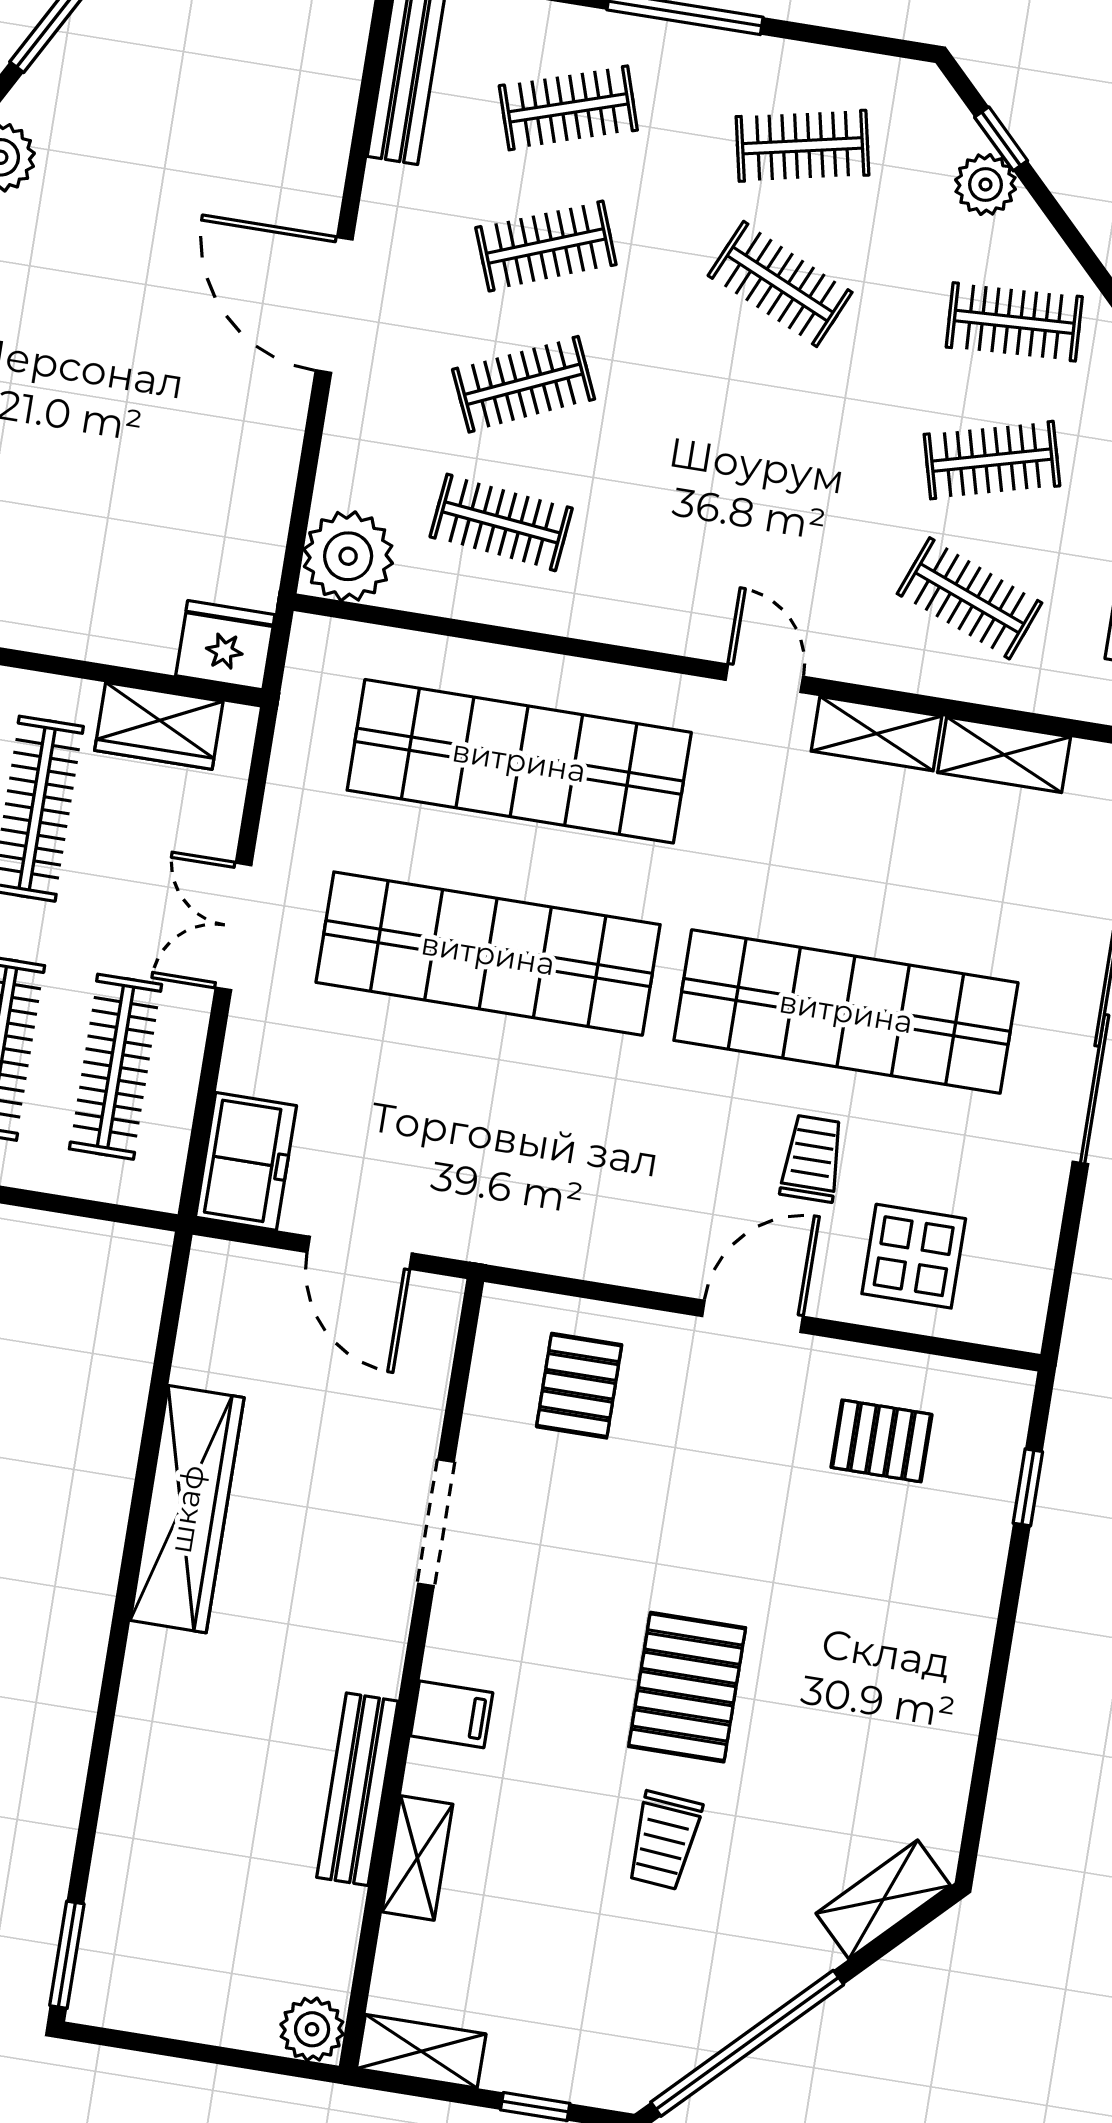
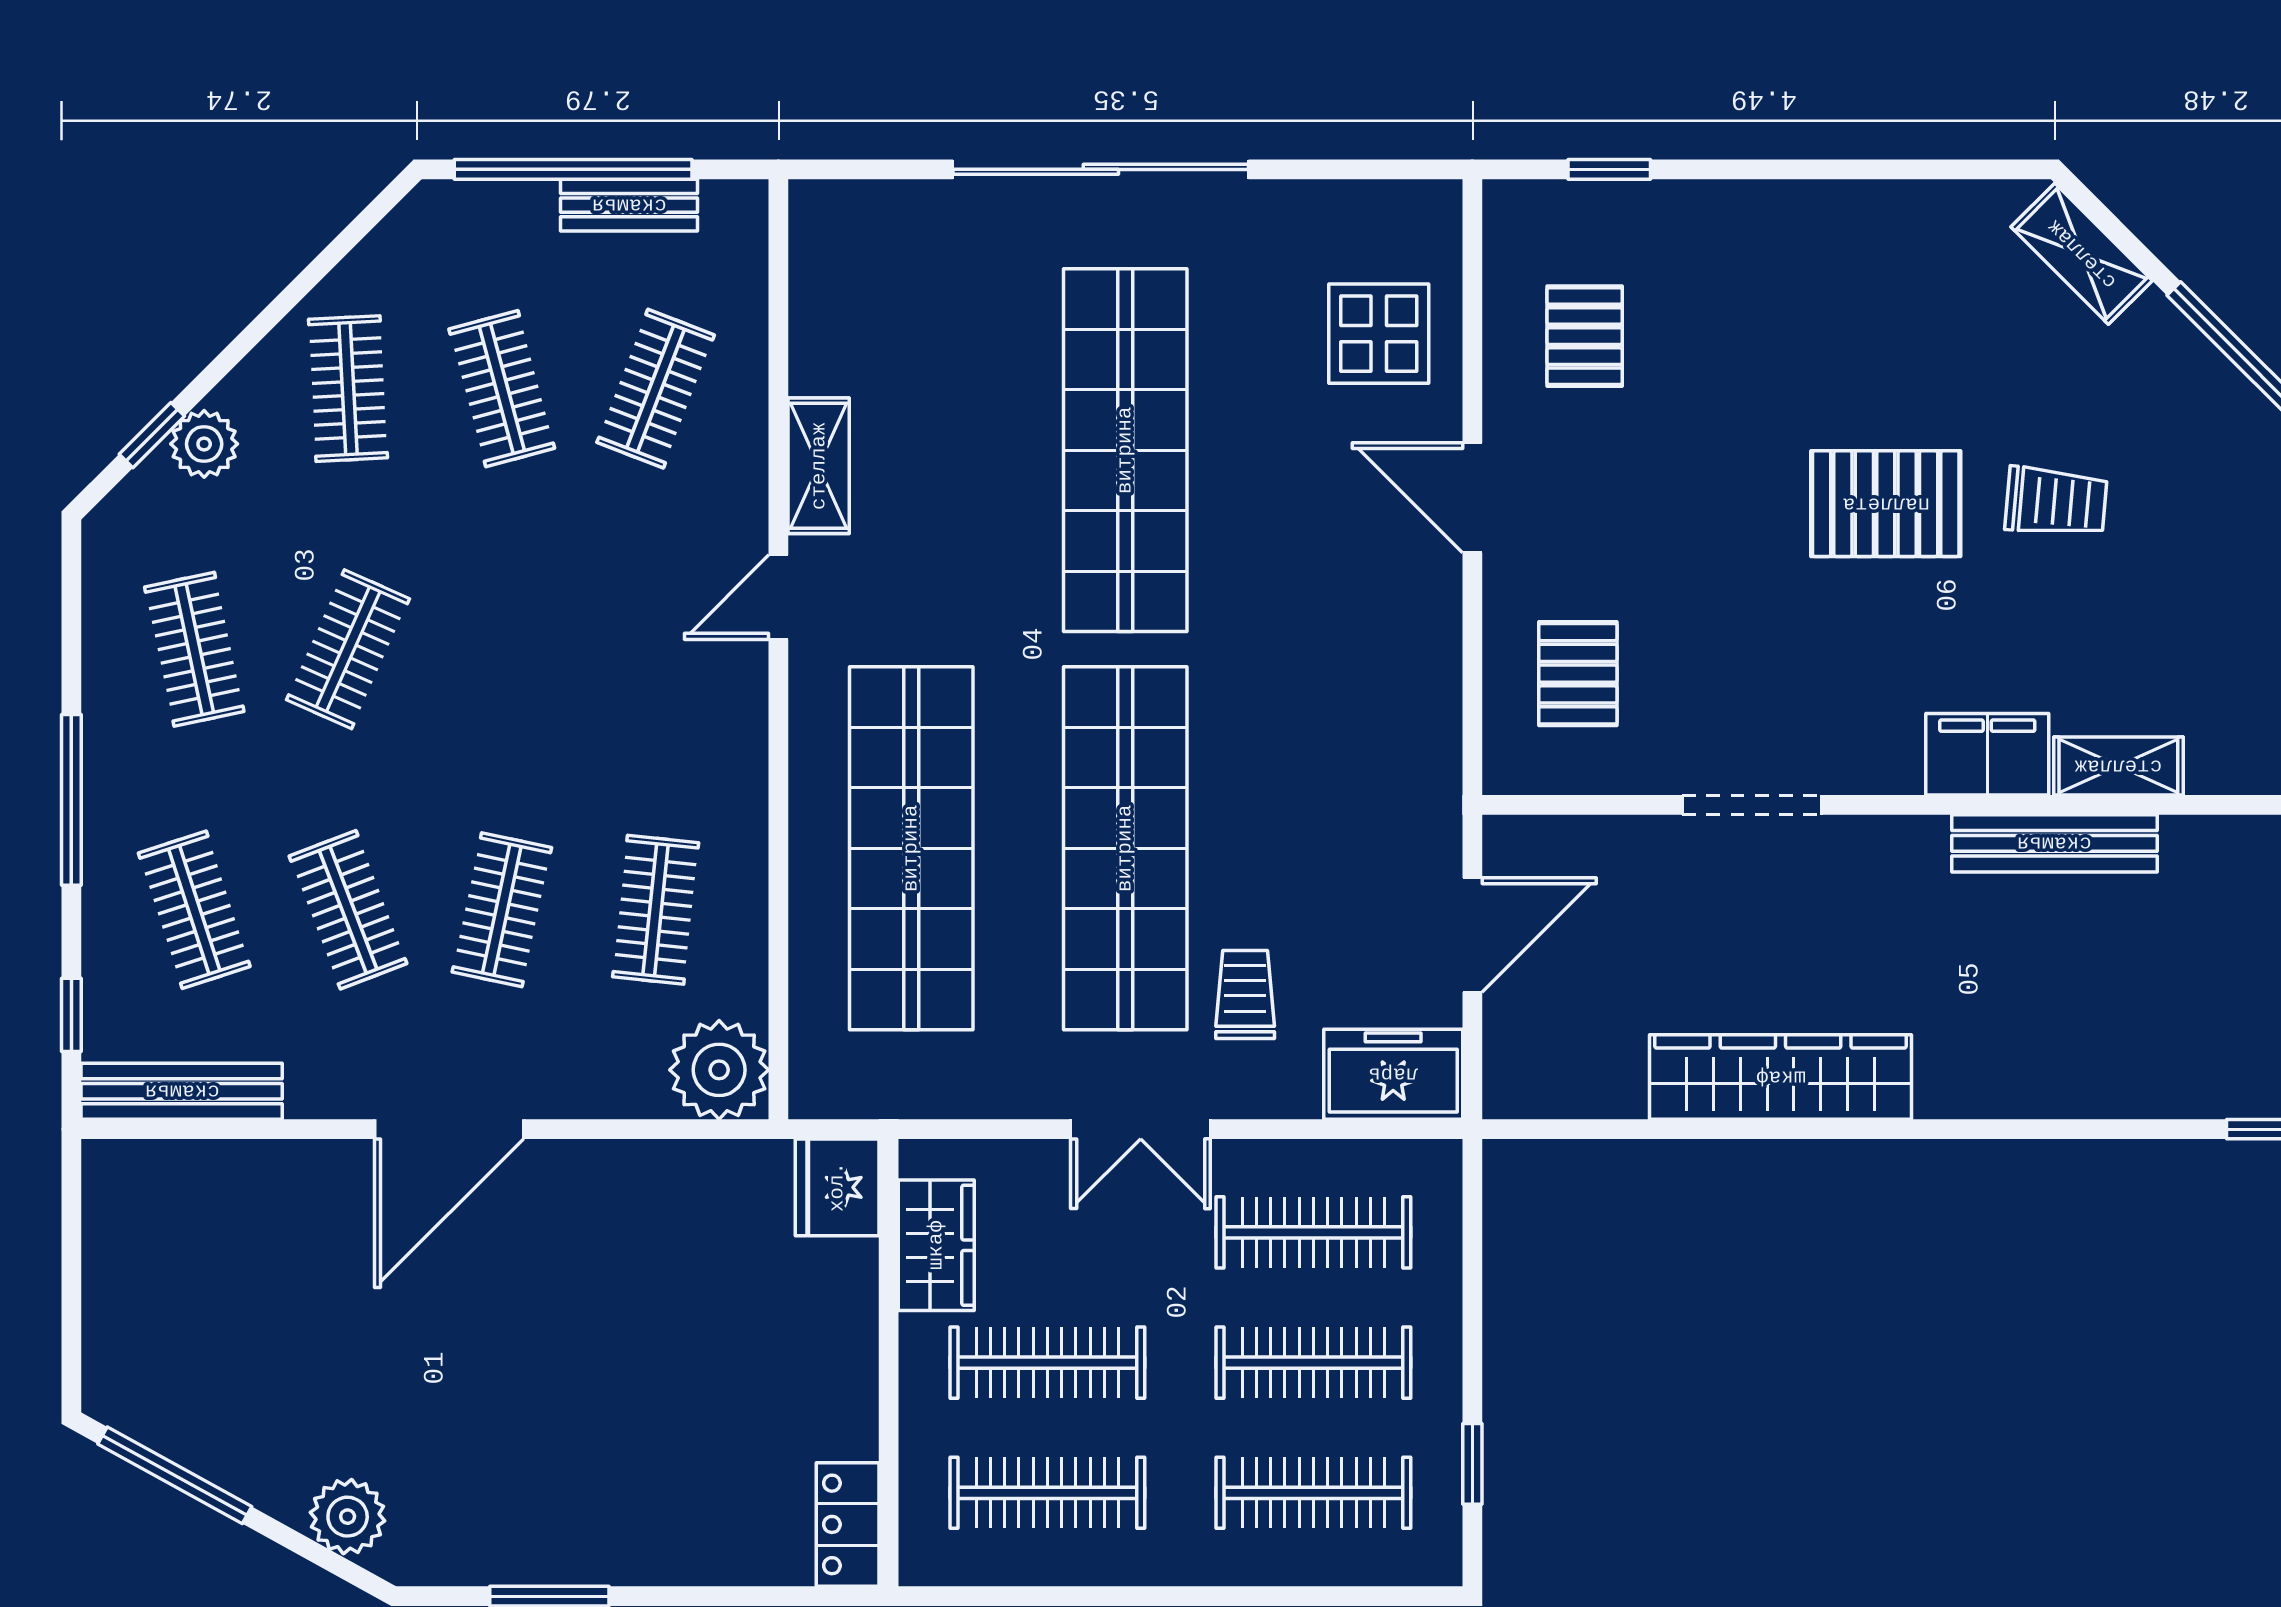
clothes rail: (524, 384) -> (502, 910), turned 36
shelving: (1004, 755) -> (819, 324), removed
trolley: (812, 1159) -> (1245, 995), moved, turned 90
pallet: (579, 1386) -> (1578, 674), turned 90
filing cabinet: (452, 1714) -> (1987, 754), width x2.00

